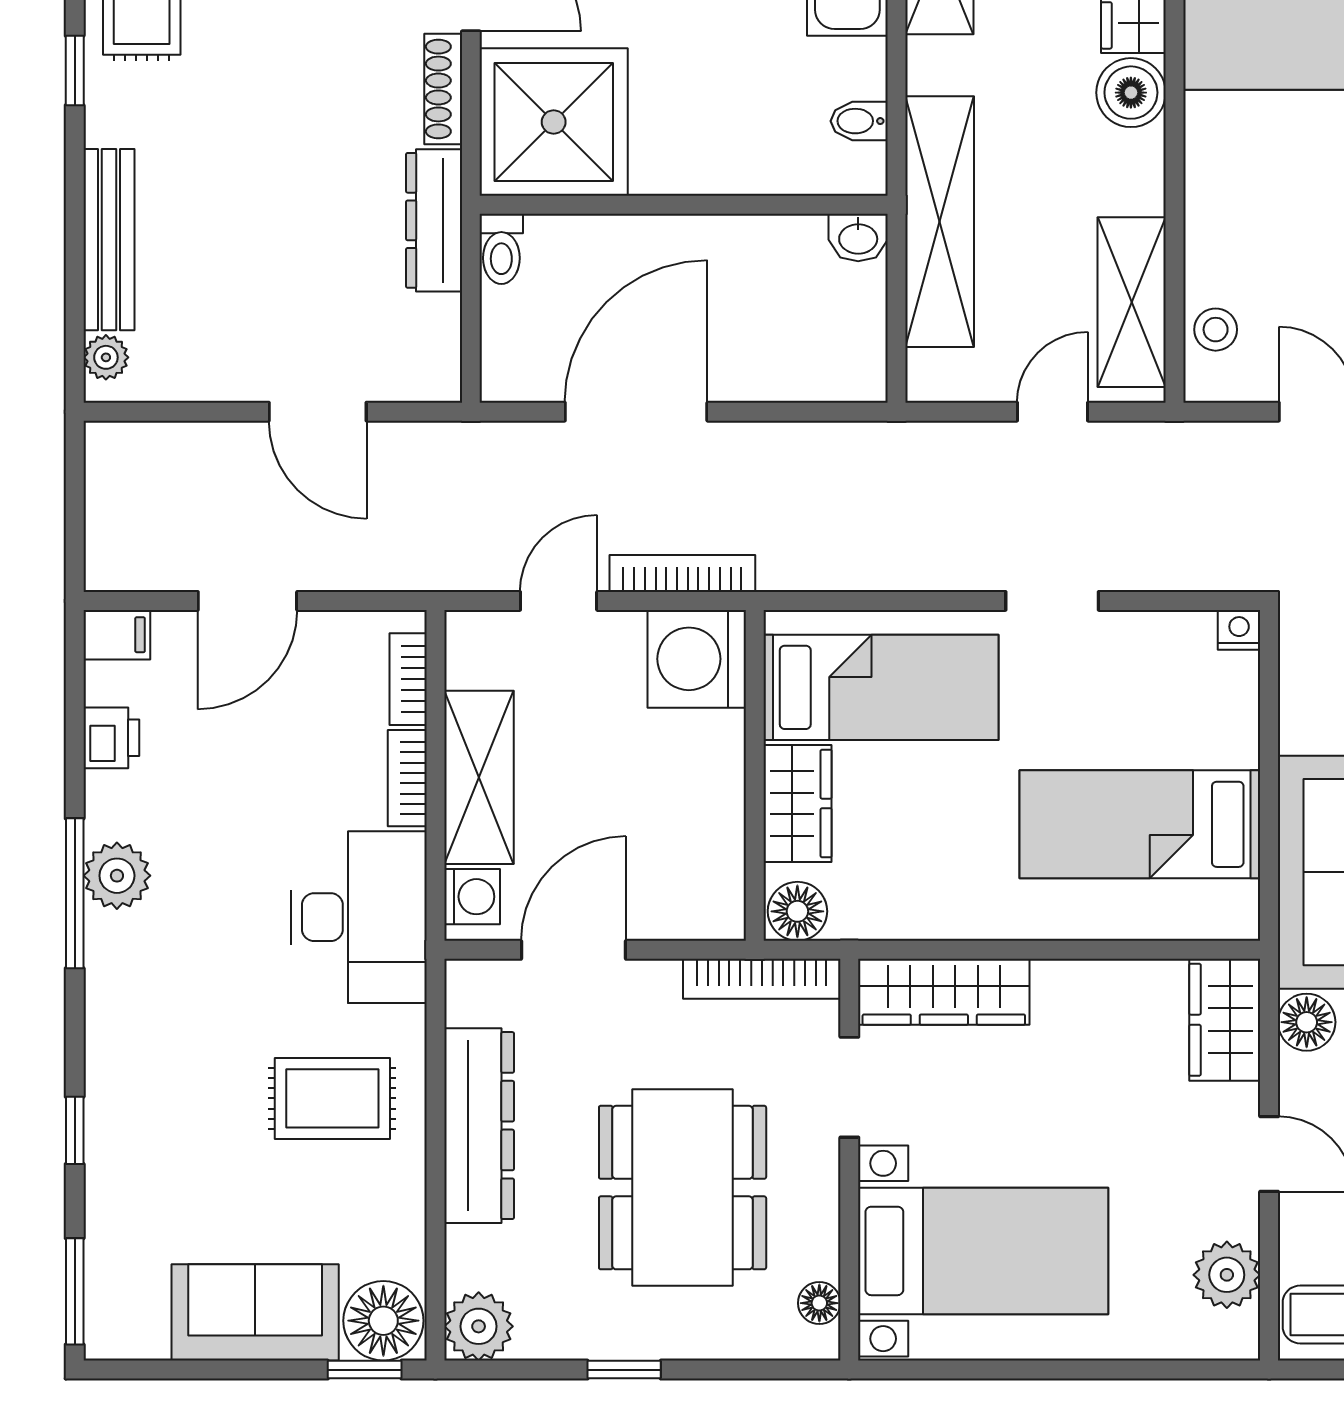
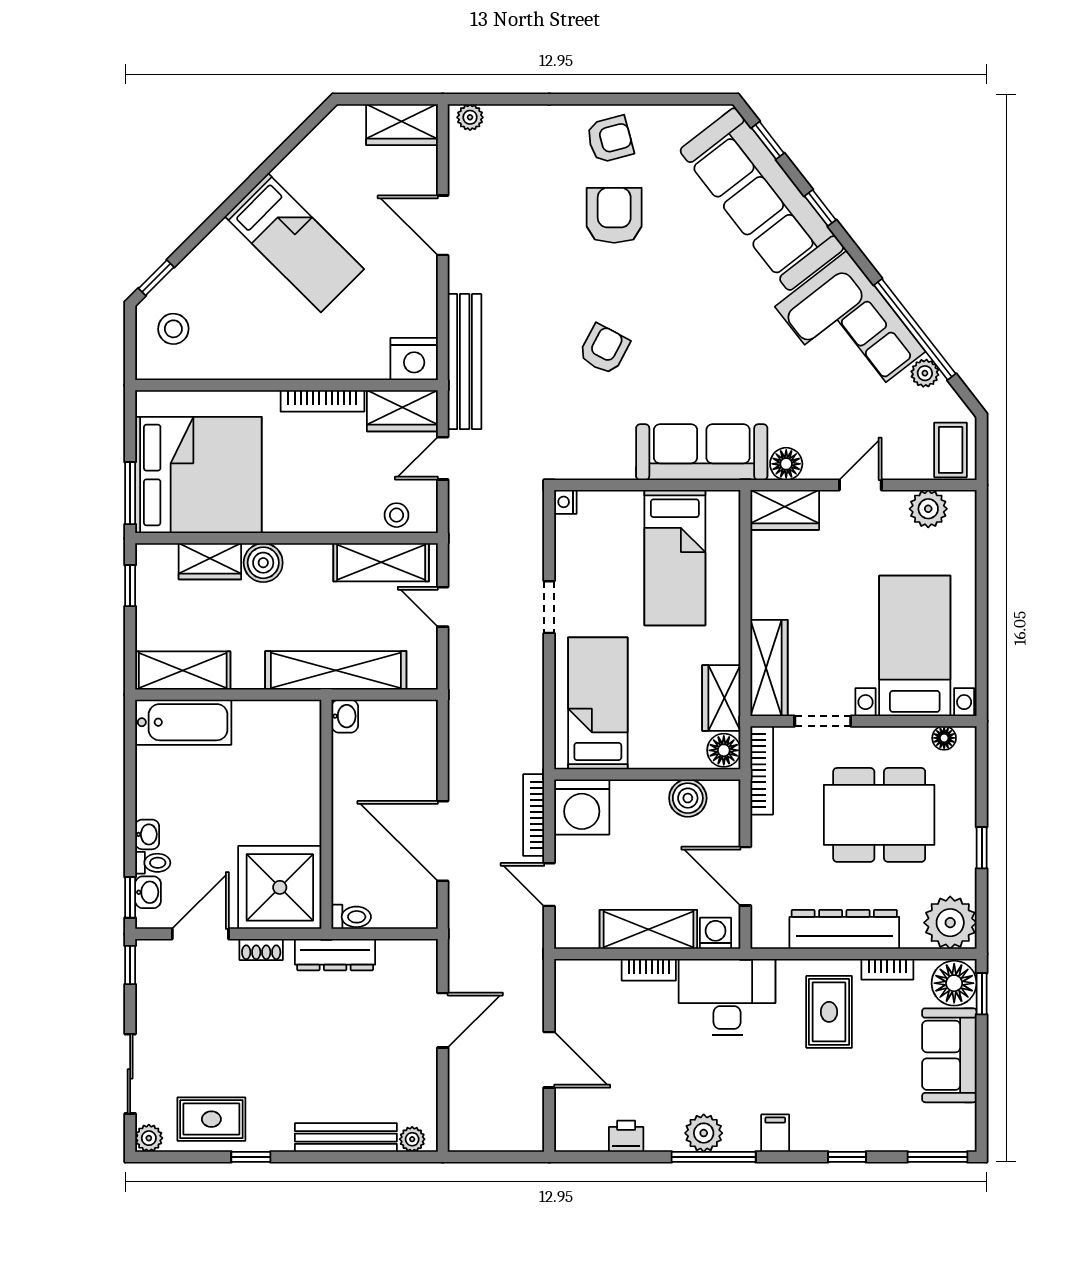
shoe rack: (443, 89) -> (261, 950), width x0.70
bidet: (859, 121) -> (279, 716), removed
filing cabinet: (117, 635) -> (775, 1133), moved
bookcase: (408, 679) -> (887, 969), moved
wardrobe: (798, 803) -> (721, 698), moved, turned -90
boiler: (713, 847) -> (688, 798), added
plant: (479, 1326) -> (950, 923), width x1.36, depth x1.36

